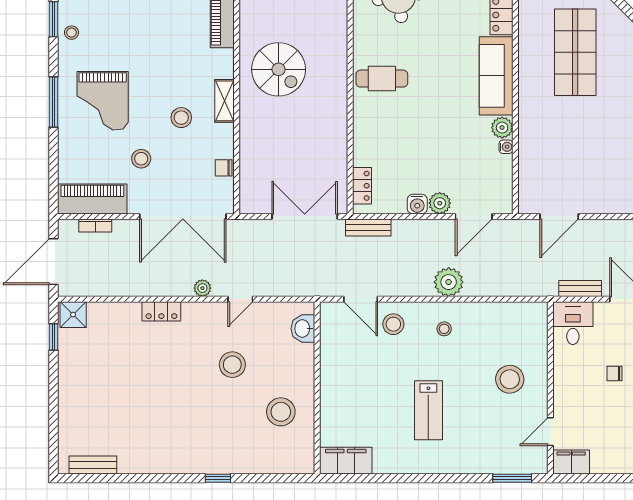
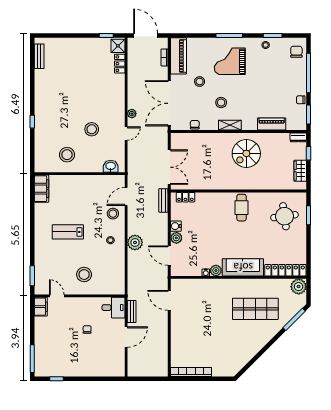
door: (240, 299) -> (126, 133), swing flipped
locker: (161, 311) -> (120, 64), moved

